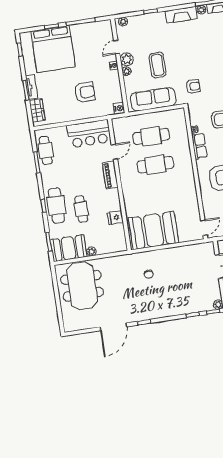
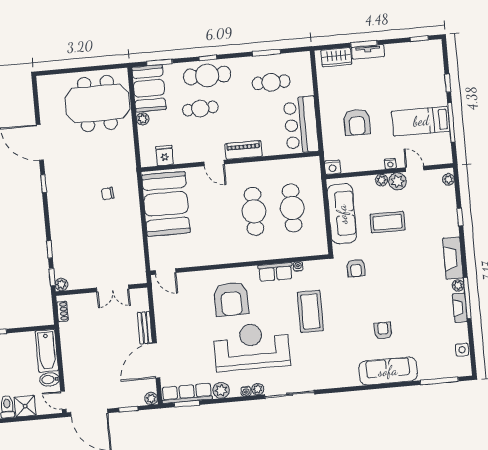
bed: (53, 49) -> (421, 121), moved, width x0.49
cafe table: (46, 150) -> (271, 82), moved
door: (114, 152) -> (214, 163), moved
fridge: (115, 218) -> (164, 156), moved

